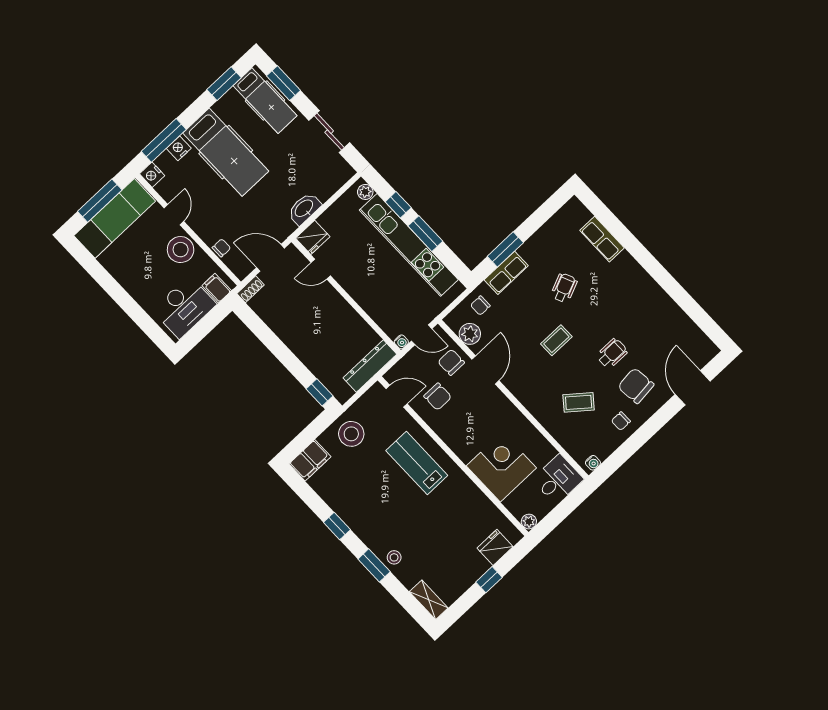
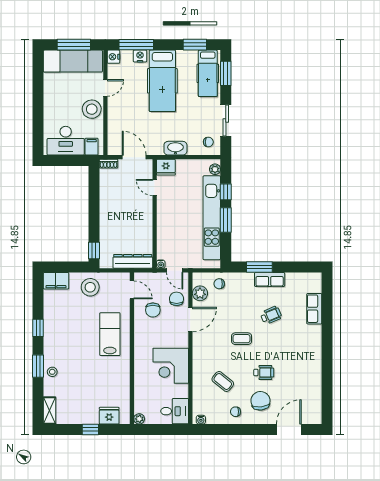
chair: (221, 248) -> (208, 142), moved
row of seats: (506, 273) -> (270, 279), moved
corner desk: (501, 467) -> (171, 366), moved, turned 180

